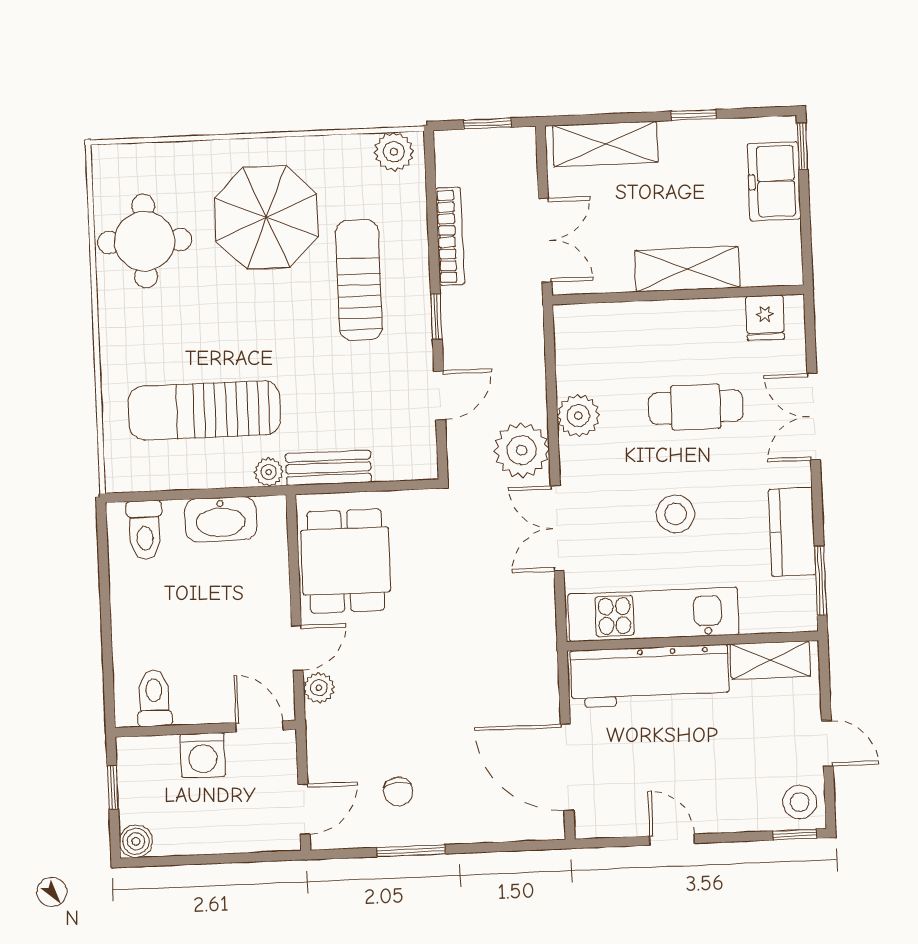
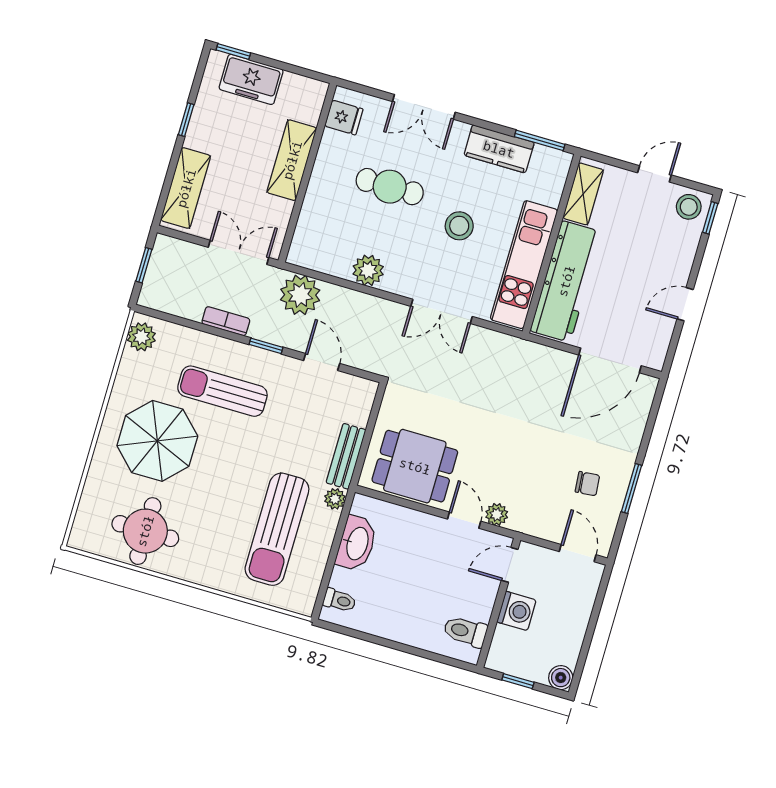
bookcase: (450, 236) -> (226, 321), width x0.64
cafe table: (696, 407) -> (390, 187), turned 90
plant: (522, 450) -> (300, 295), moved
toilet: (145, 530) -> (340, 600), width x0.73, depth x0.72

